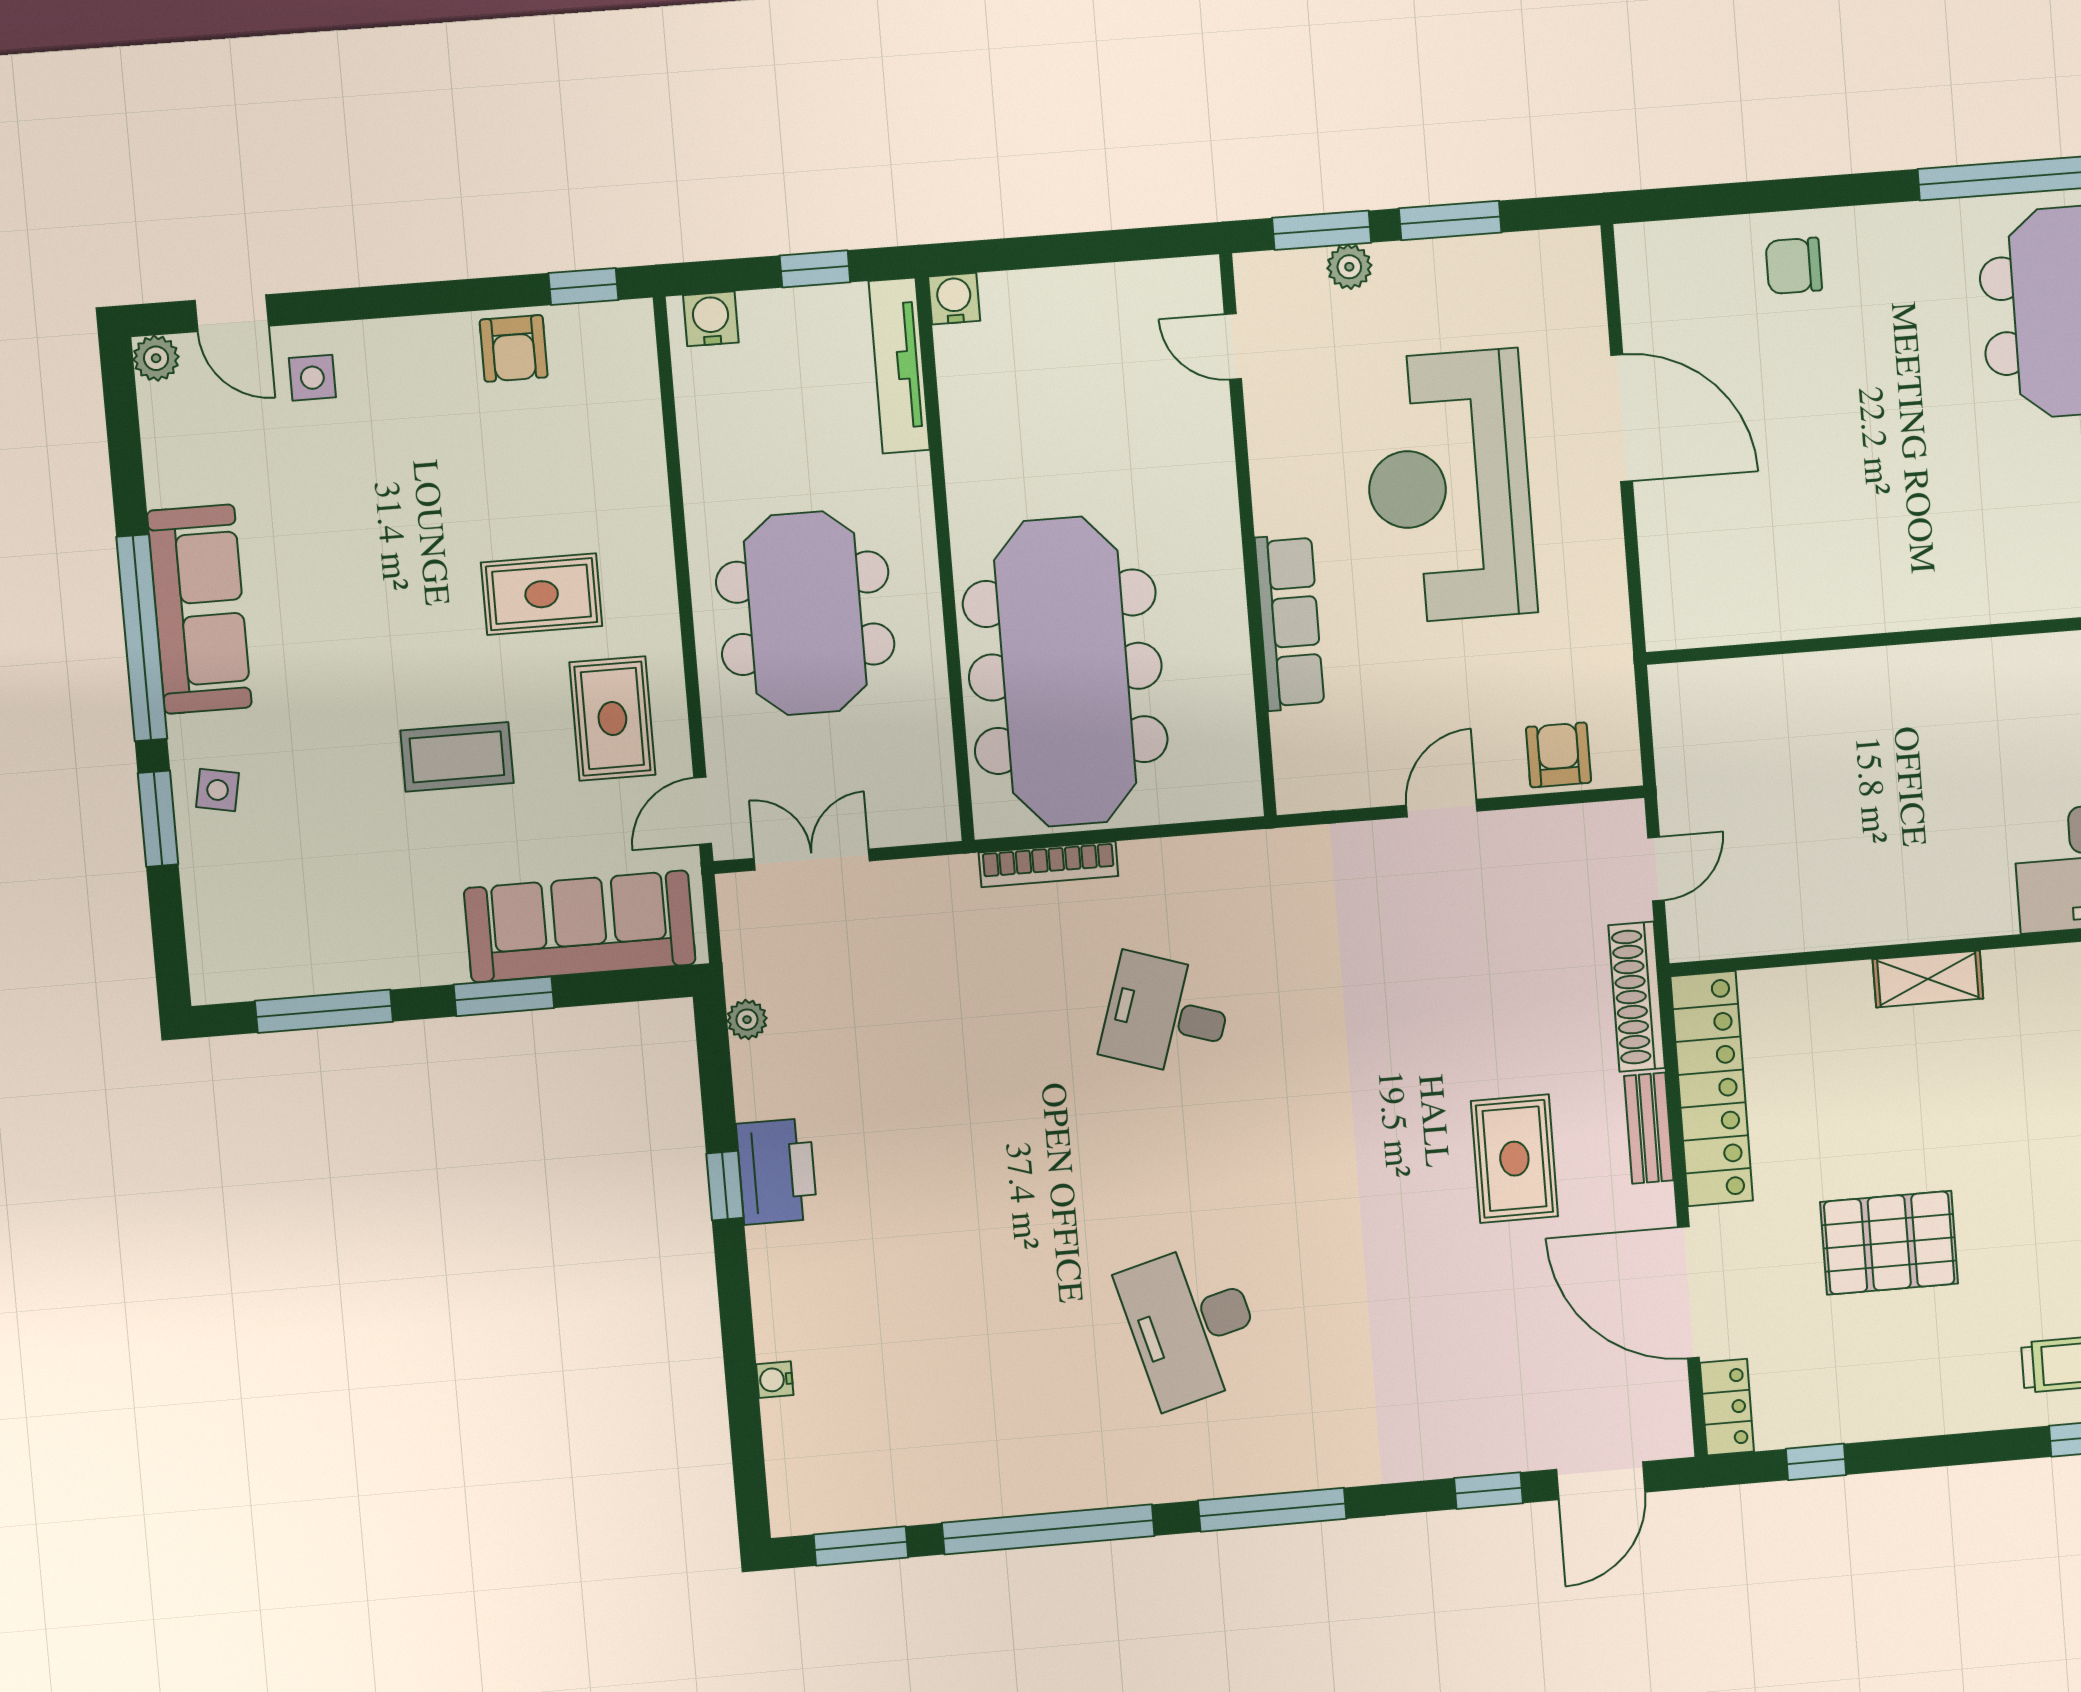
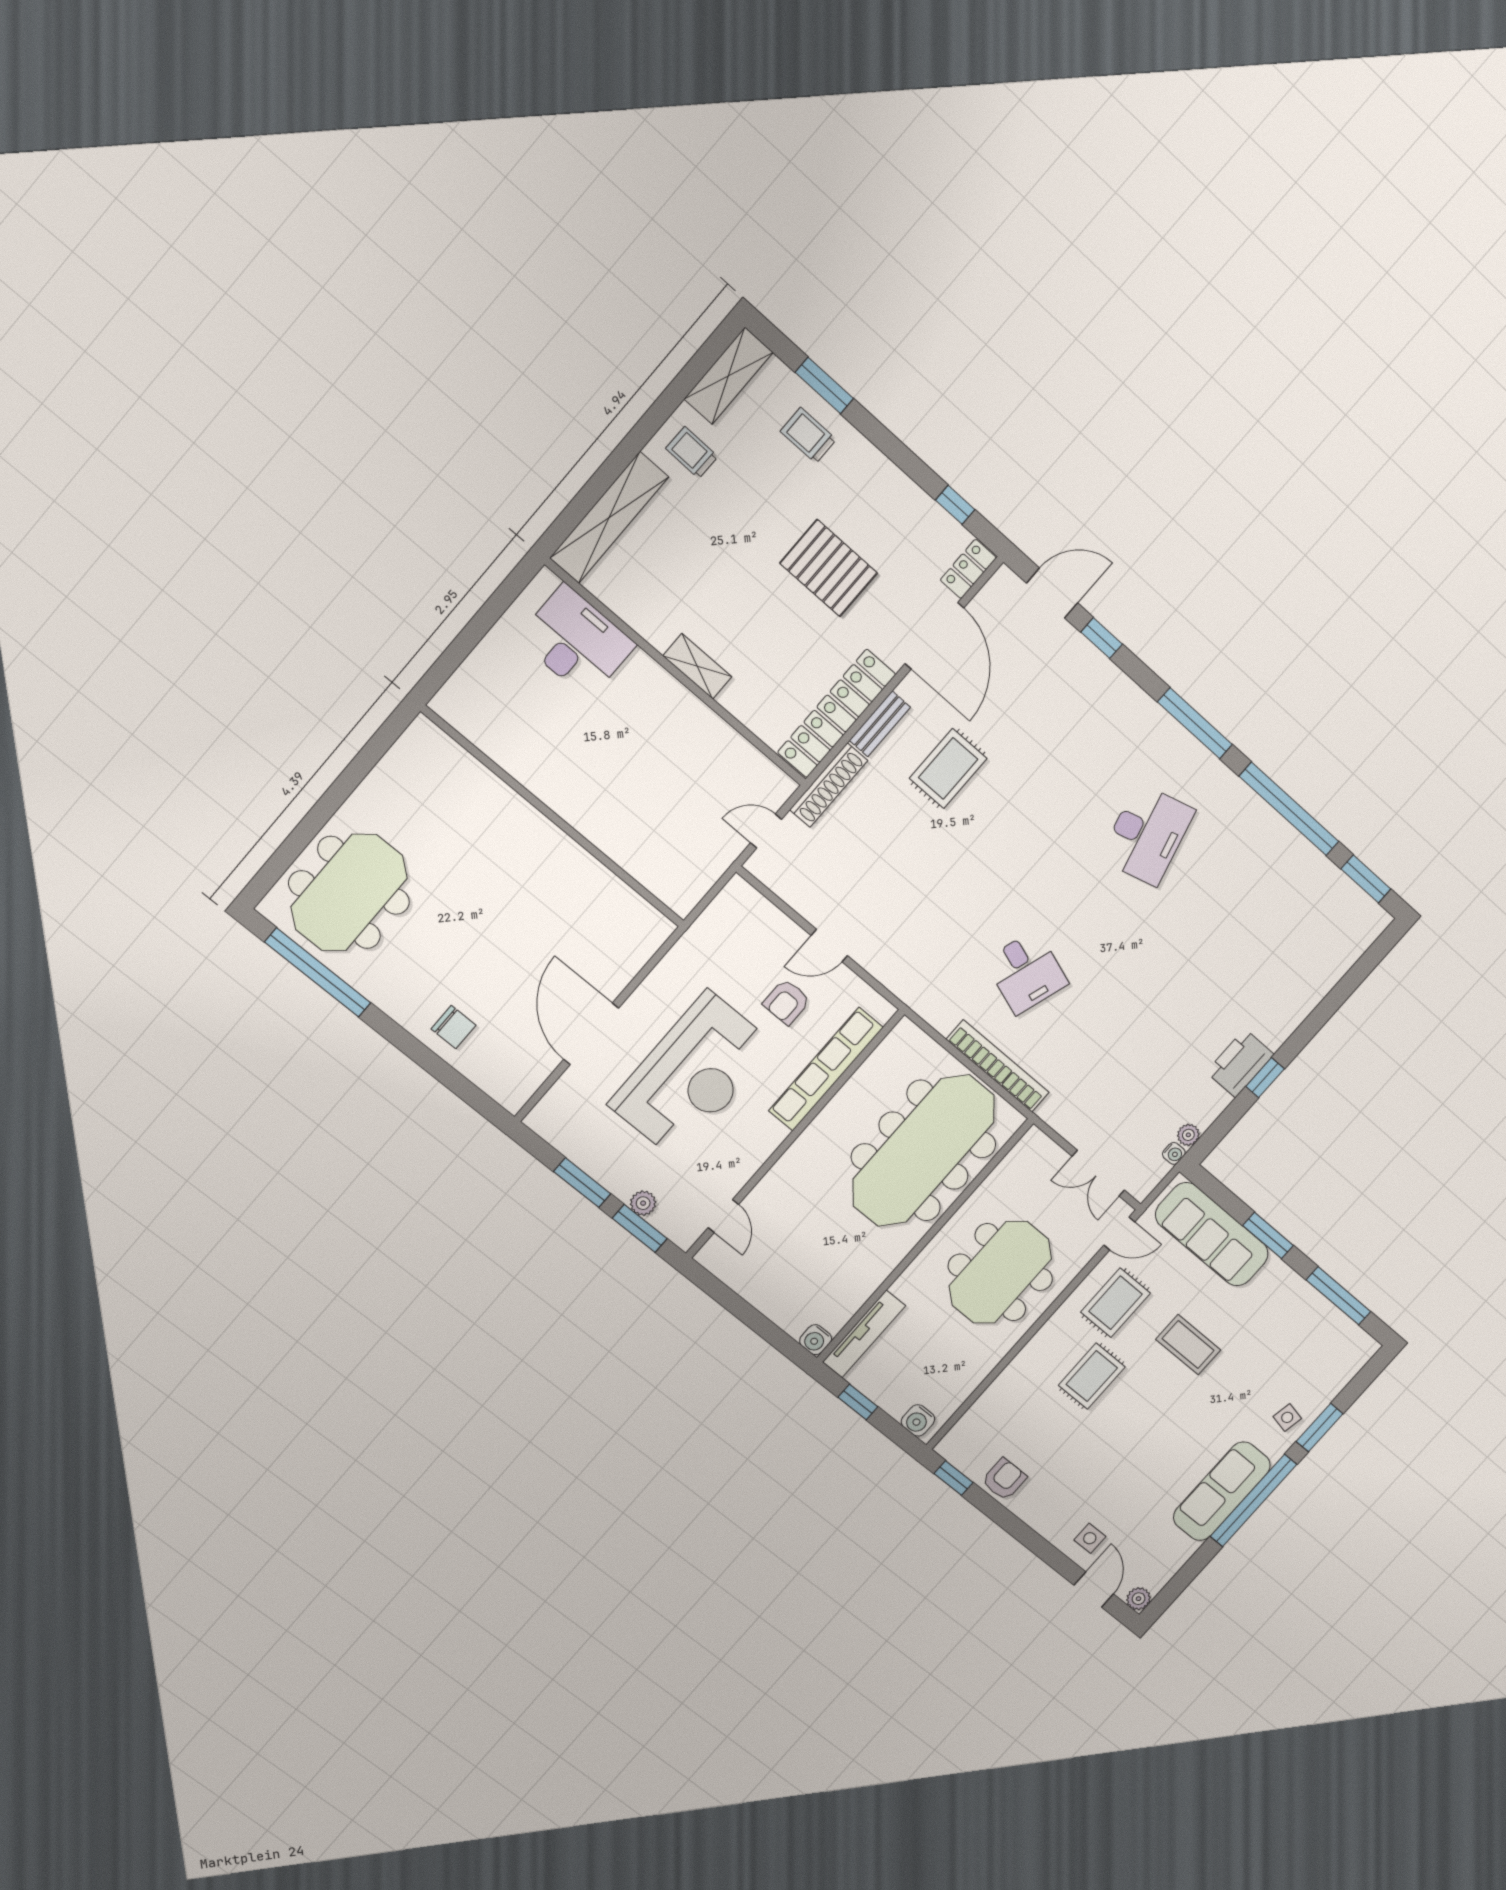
rug: (542, 594) -> (1092, 1376), turned 90
row of seats: (1290, 622) -> (826, 1069), width x1.36
armchair: (1558, 755) -> (787, 1002), moved
bookcase: (1048, 864) -> (998, 1066), width x1.48, depth x1.31
water cooler: (775, 1380) -> (1174, 1153), moved

